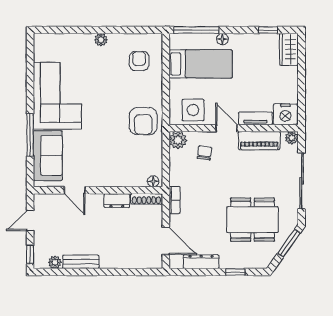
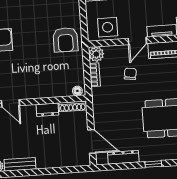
door: (226, 128) -> (137, 41), swing flipped
chair: (205, 153) -> (130, 74), moved
bookcase: (175, 200) -> (95, 75), moved

